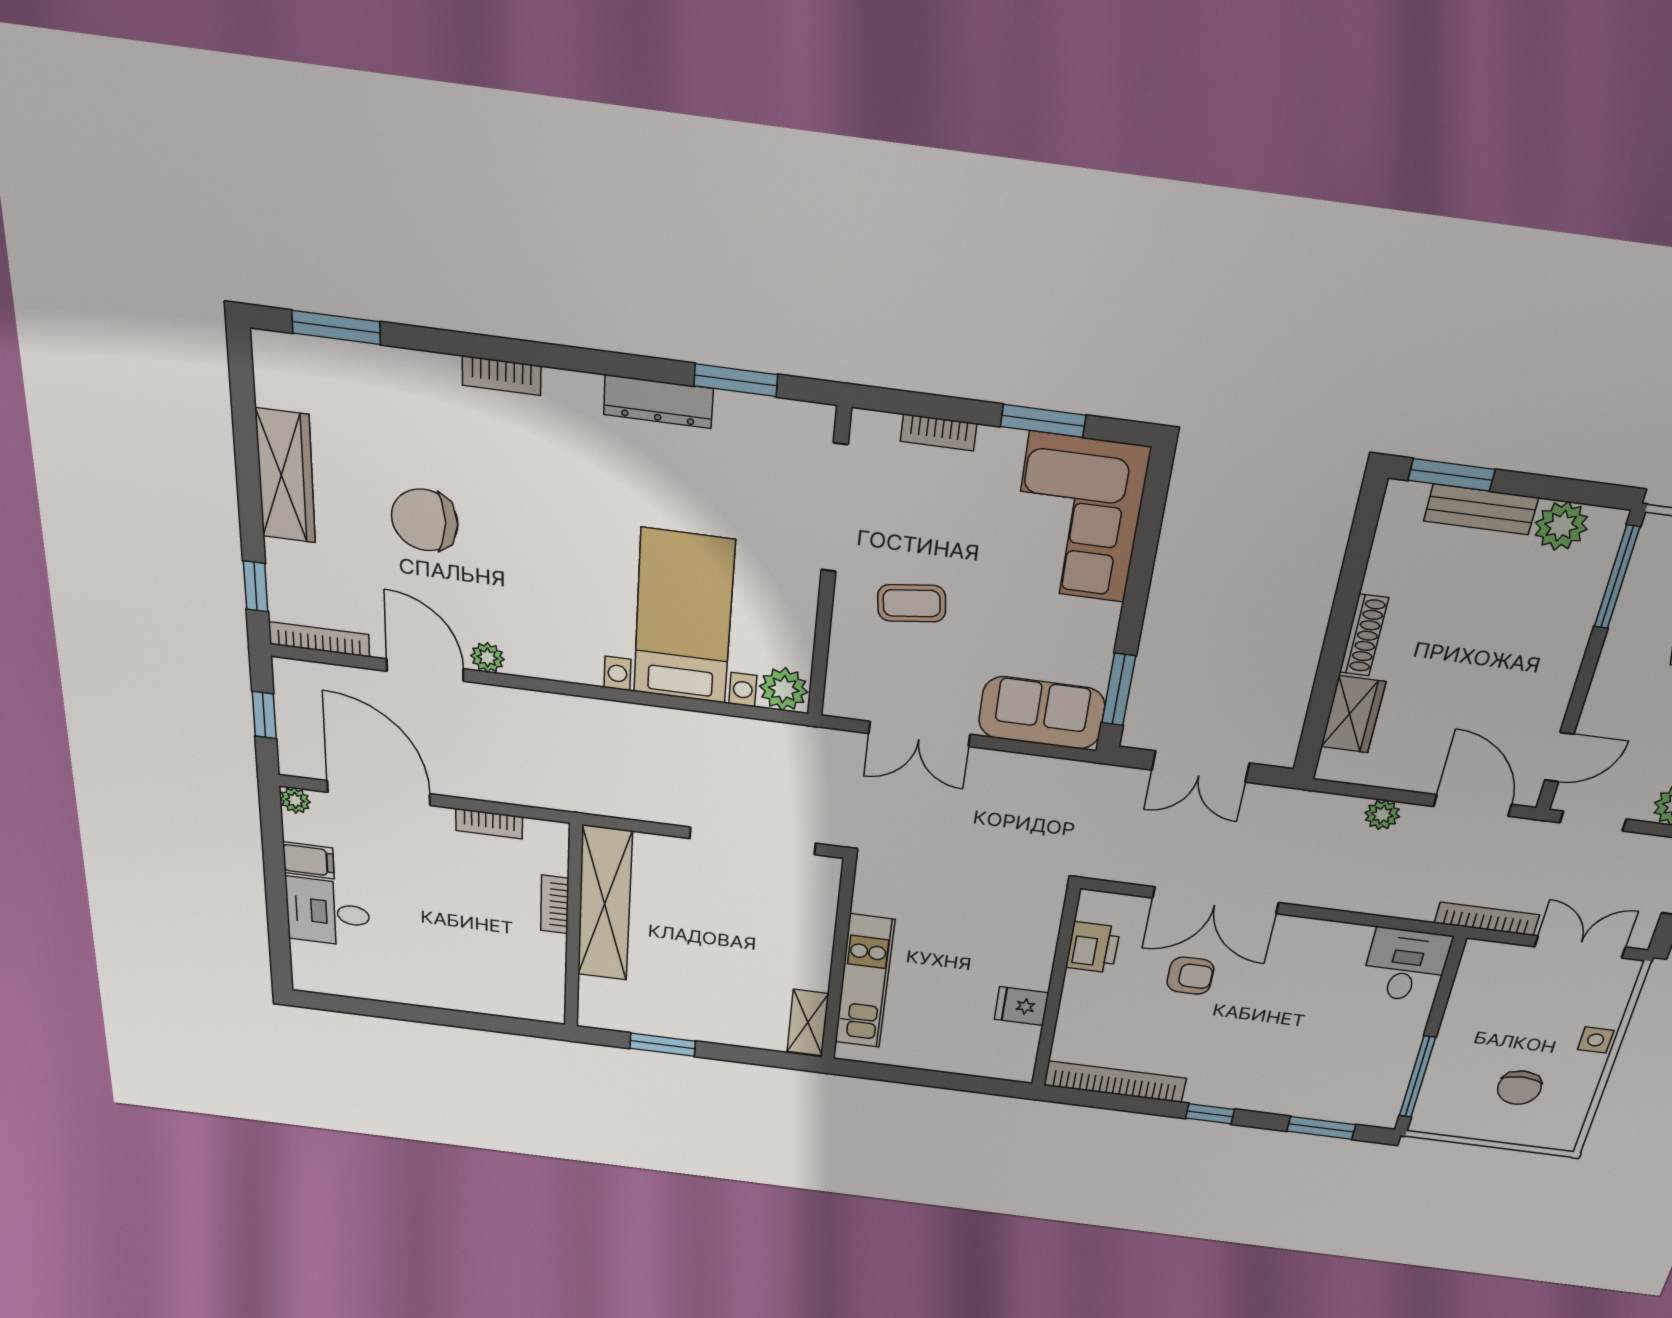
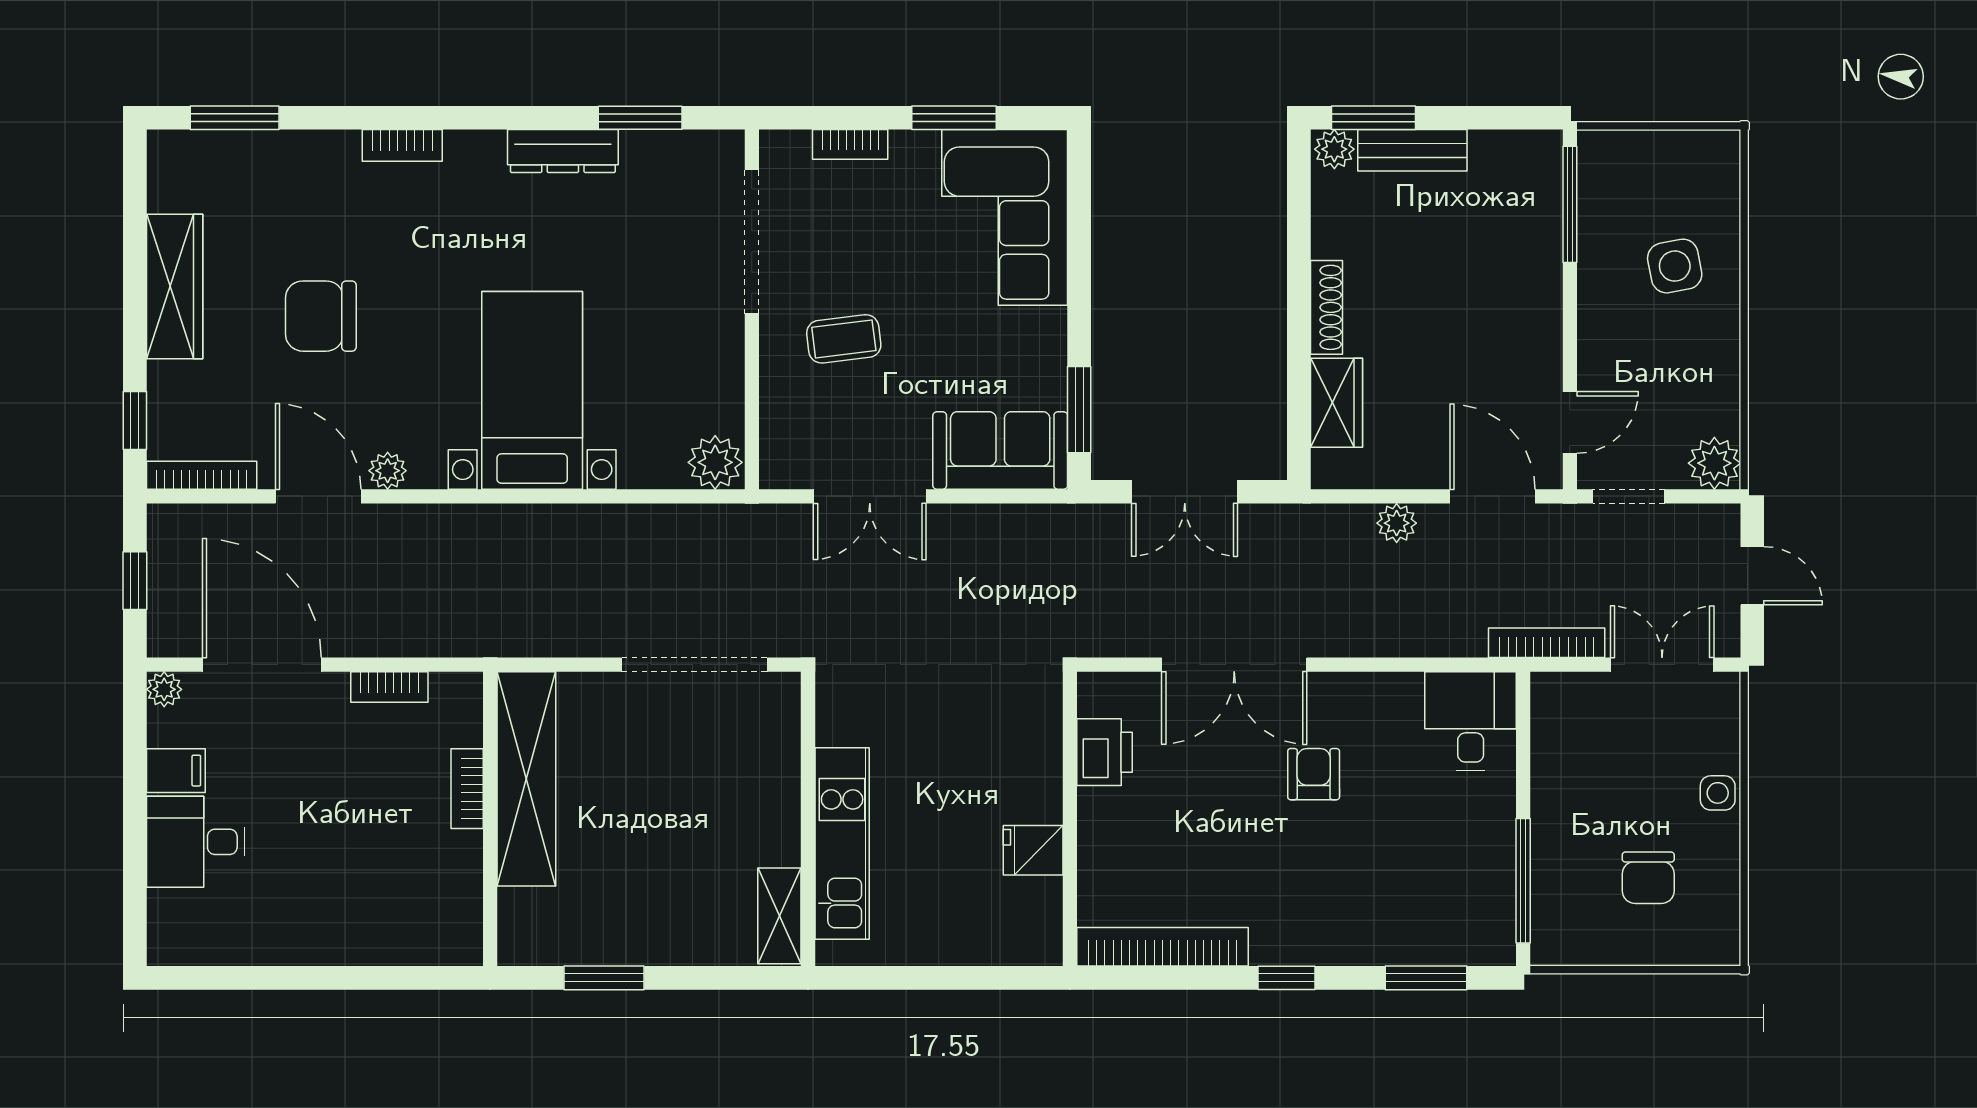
plant: (1561, 526) -> (1334, 149), moved, width x0.73, depth x0.73
bed with nightstands: (684, 617) -> (532, 390), moved
armchair: (1190, 976) -> (1314, 774), moved, turned -90

